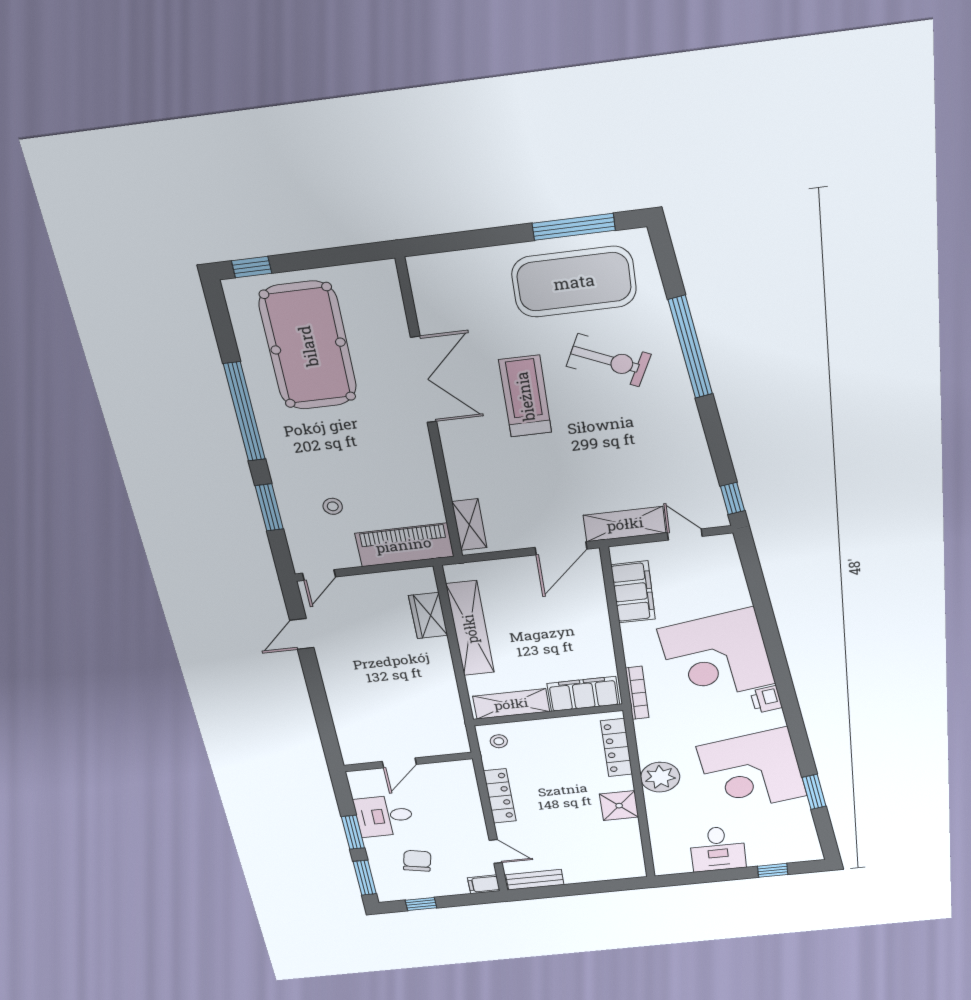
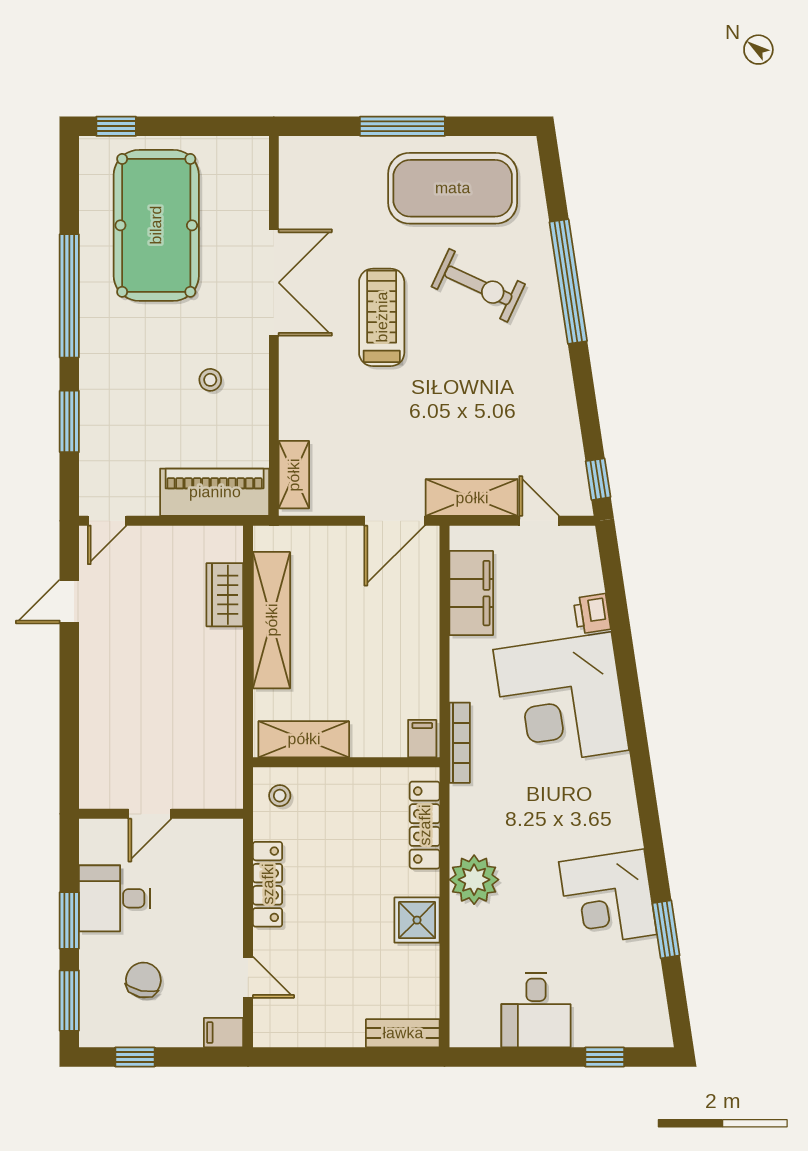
window: (574, 227) -> (402, 126), moved
stool: (333, 506) -> (210, 380), moved
filing cabinet: (583, 694) -> (422, 739), width x0.33, depth x0.86
printer: (766, 699) -> (592, 614), moved
corner desk: (752, 771) -> (608, 898), width x0.74, depth x0.74
bench: (535, 880) -> (403, 1033), moved

